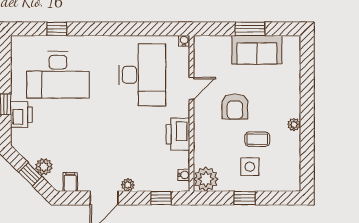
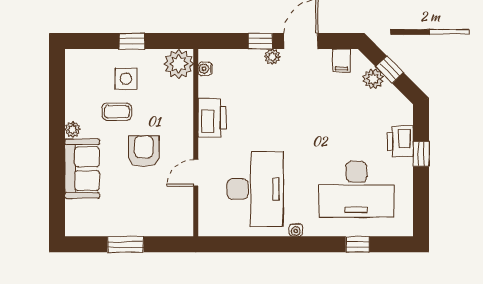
water cooler: (184, 41) -> (296, 230), moved
sofa: (257, 50) -> (82, 169), moved, turned 90
desk: (58, 75) -> (356, 189), turned 180
desk: (142, 75) -> (255, 189), turned 180
window: (161, 198) -> (260, 41), moved

